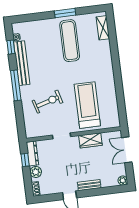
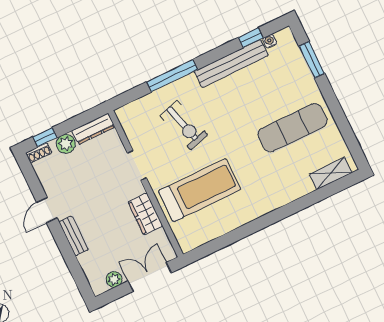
window: (65, 13) -> (312, 60), moved
window: (16, 85) -> (172, 76), moved
window: (25, 160) -> (45, 137), moved
plant: (123, 181) -> (114, 279), moved

